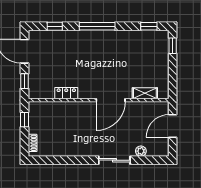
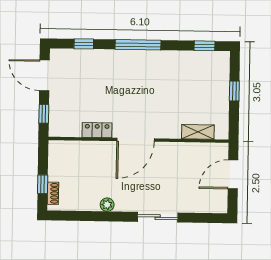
window: (173, 46) -> (234, 91), moved
door: (111, 100) -> (136, 140), moved
window: (25, 120) -> (43, 184), moved
plant: (141, 151) -> (107, 205), moved

